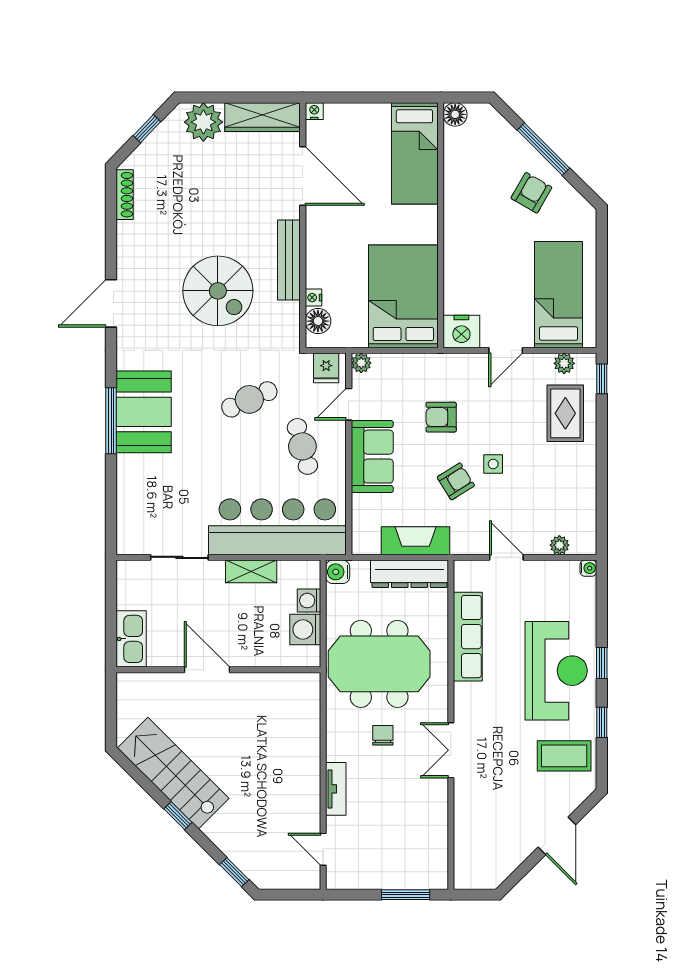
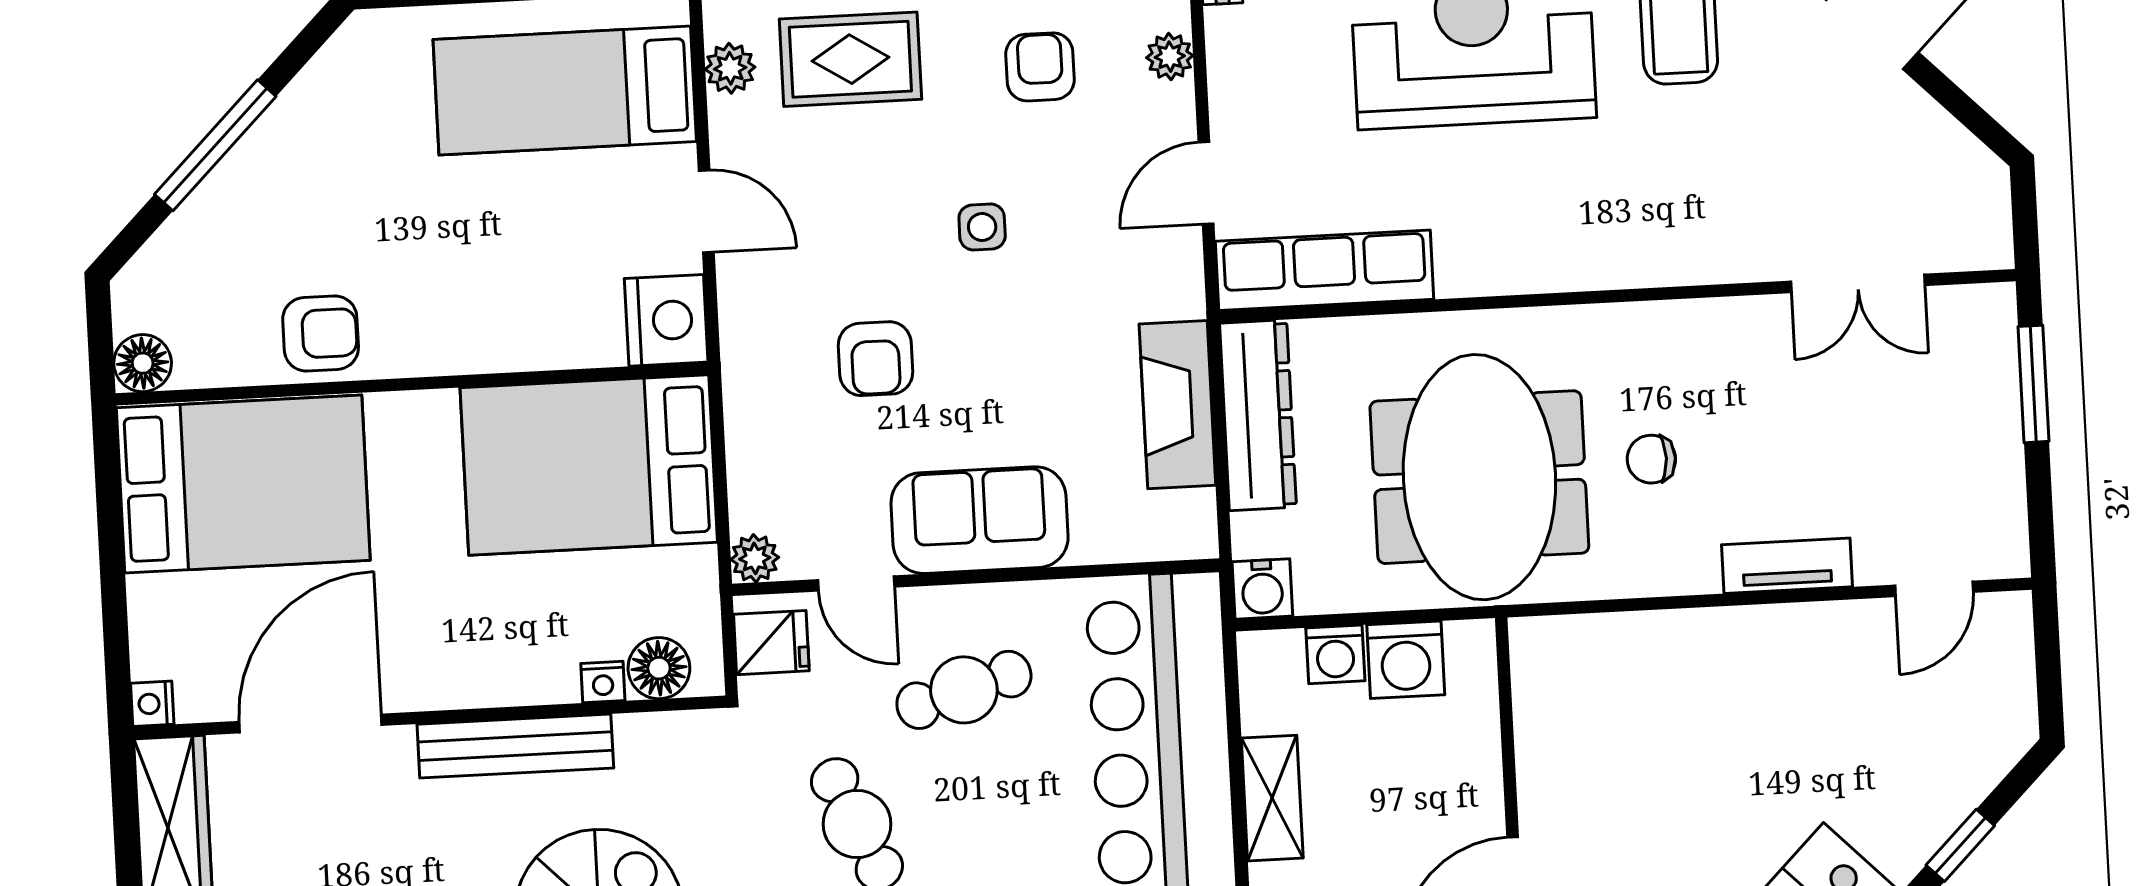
bed: (414, 153) -> (243, 484), width x1.50
armchair: (531, 193) -> (321, 334), moved, turned 150
armchair: (456, 481) -> (1040, 67), moved, turned 32
row of seats: (468, 637) -> (1324, 270), moved
double door: (451, 750) -> (1858, 283), moved
window: (234, 872) -> (1960, 845), moved

